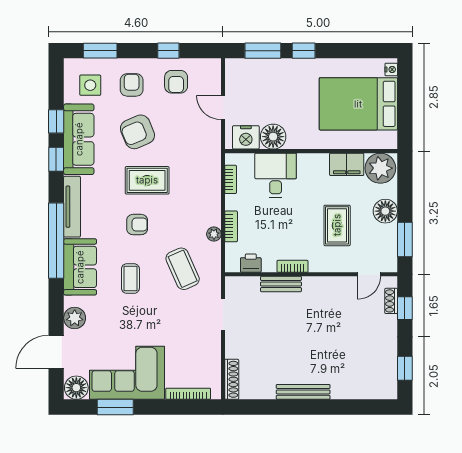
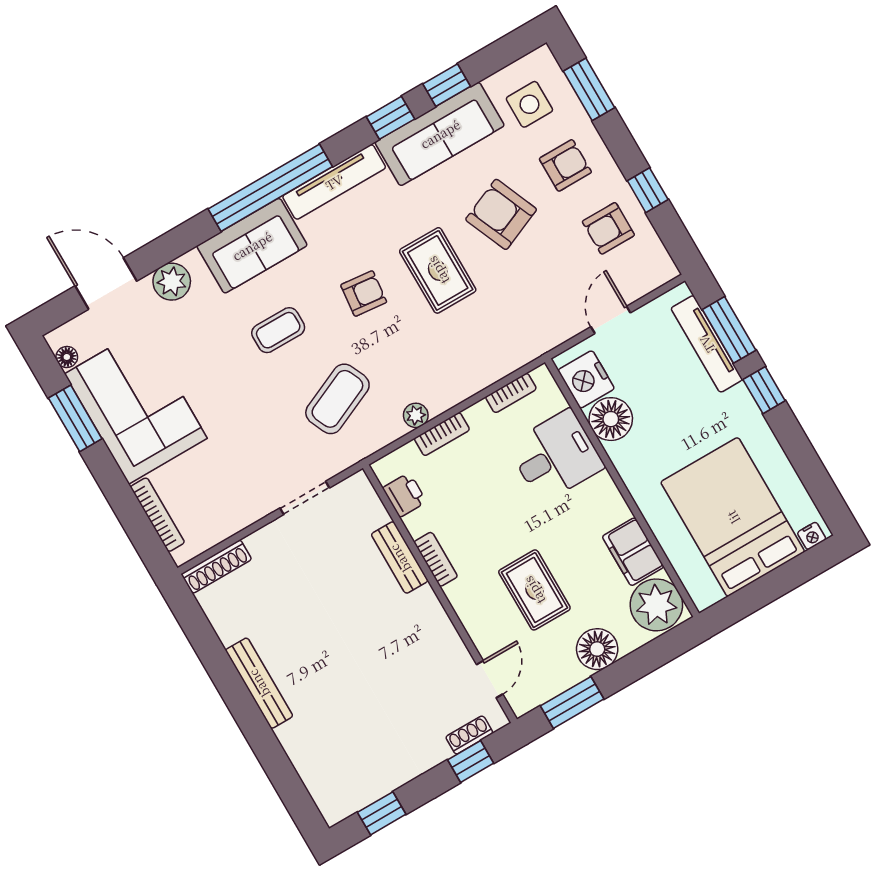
tv unit: (263, 66) -> (707, 344), added
armchair: (137, 225) -> (364, 294), turned -84
rug: (337, 225) -> (534, 590), turned 90
door: (369, 274) -> (490, 679), swing flipped
floor lamp: (76, 388) -> (67, 357), width x0.53, depth x0.53

